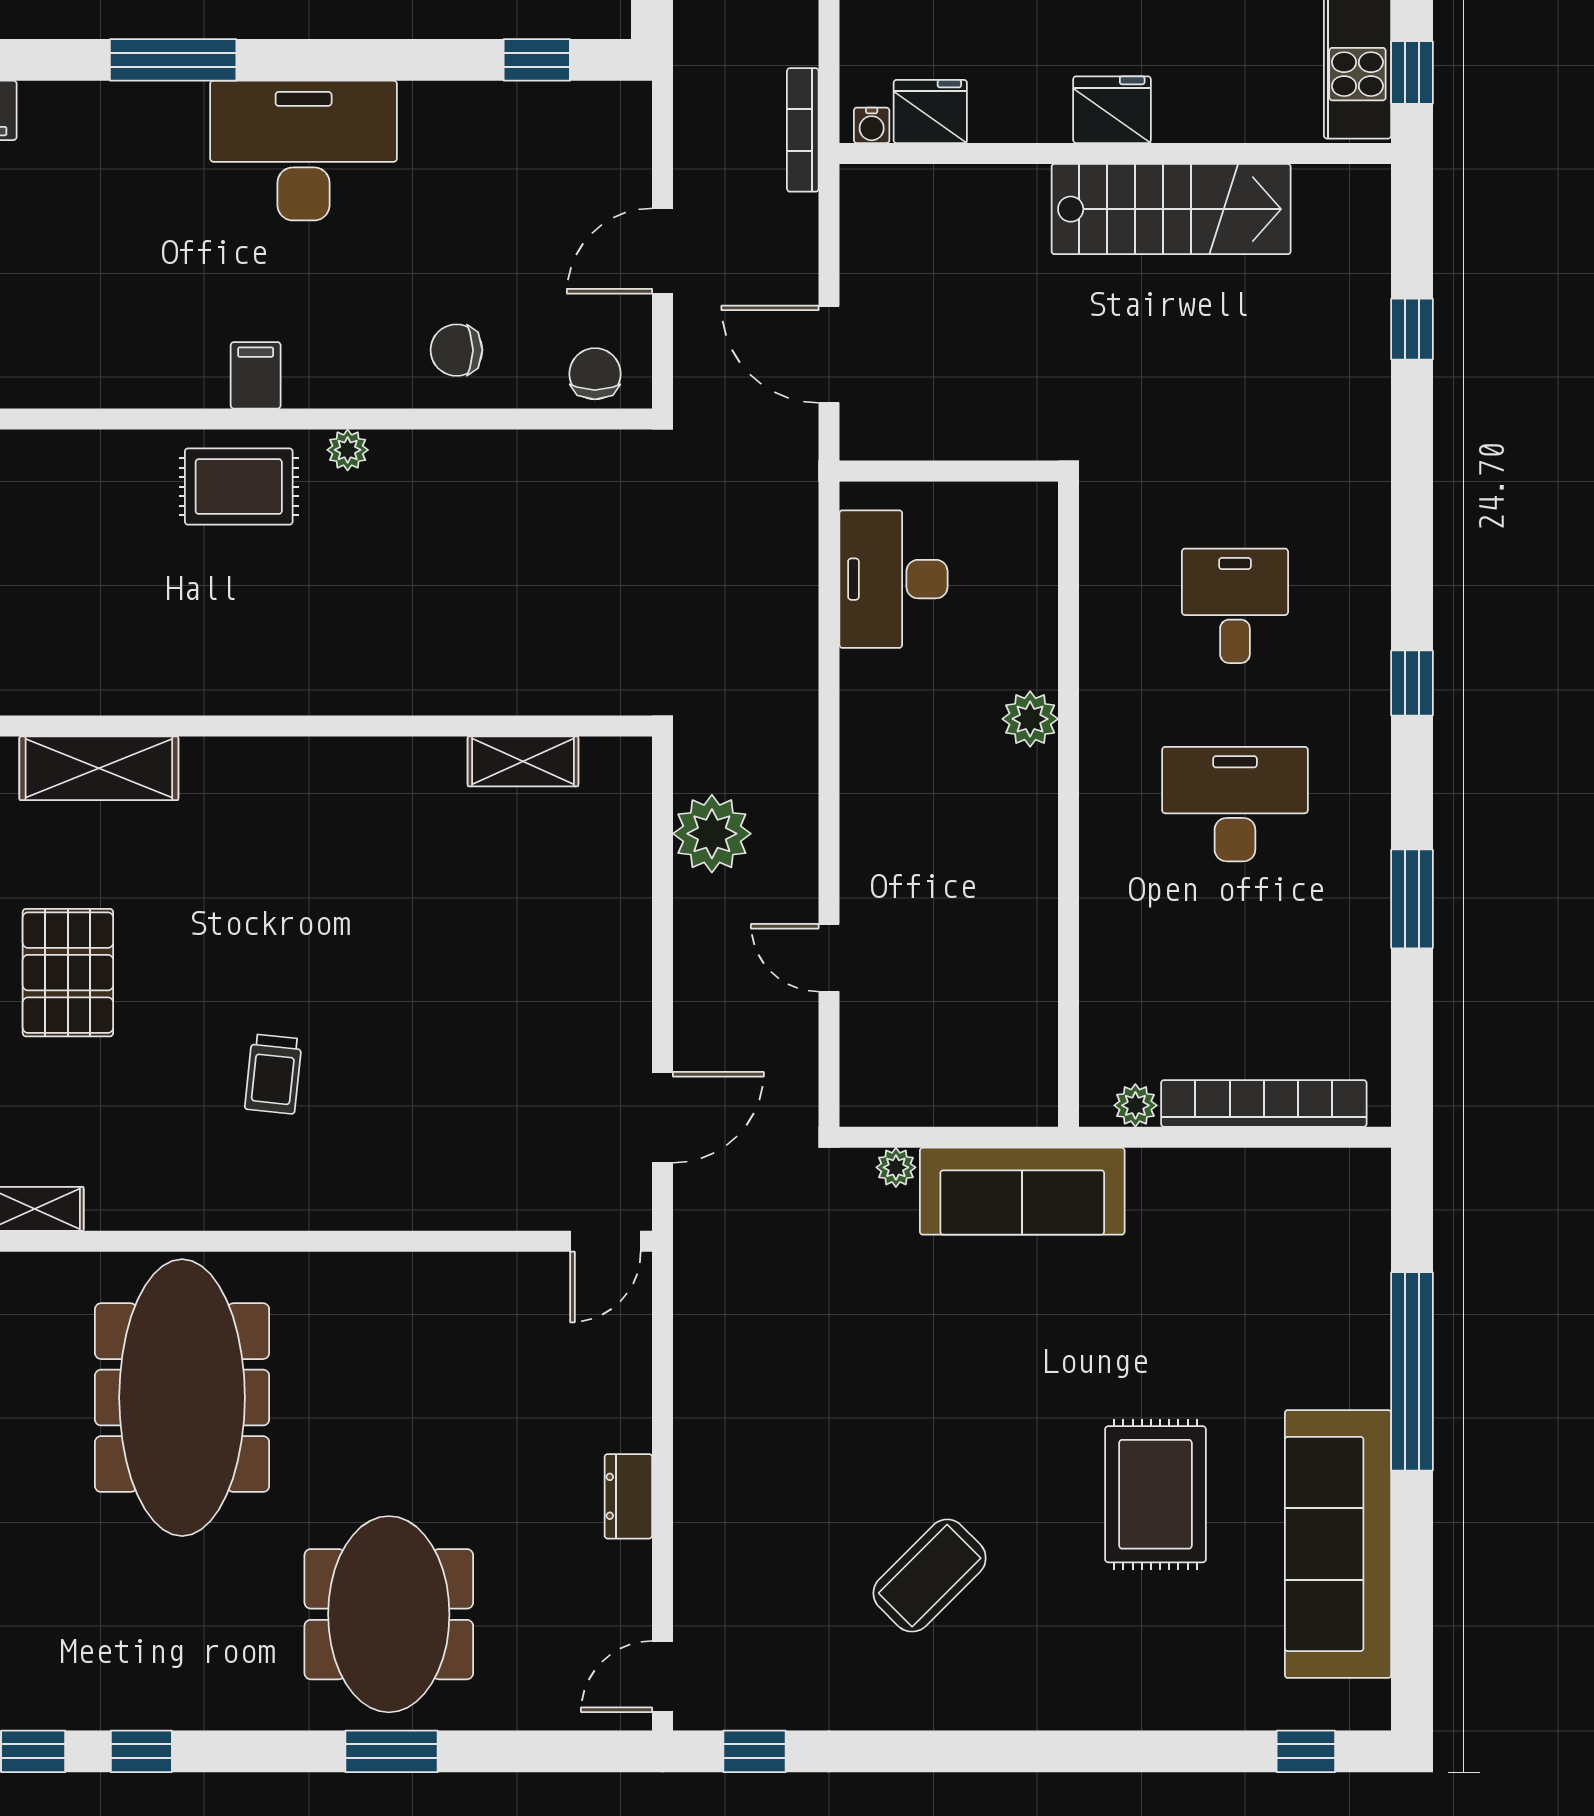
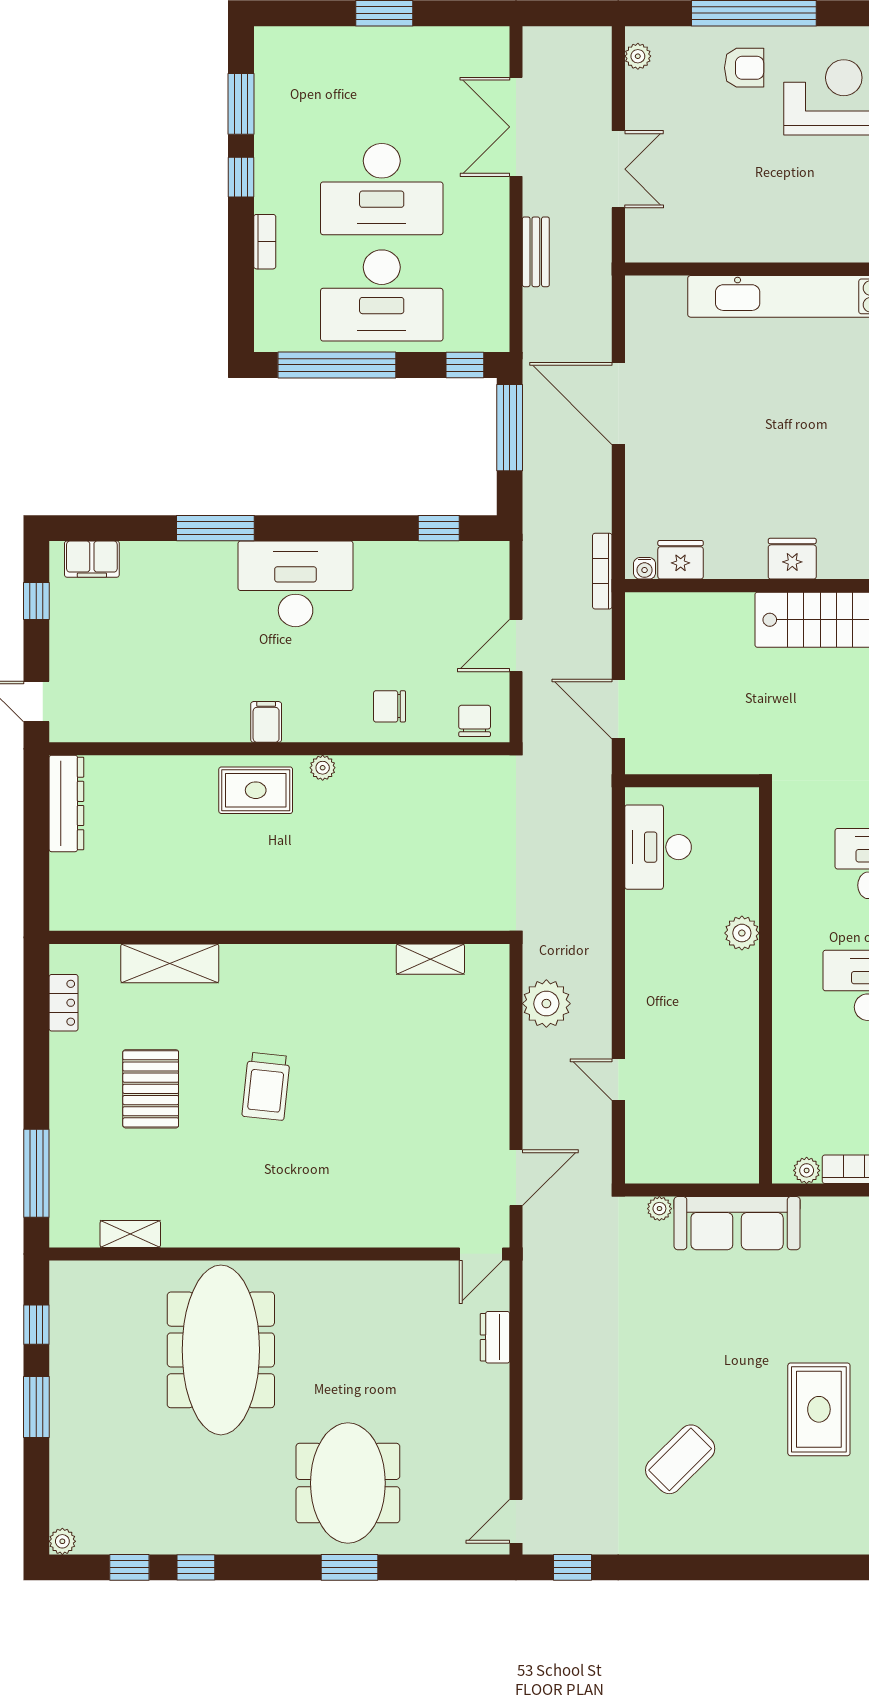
trolley: (273, 1074) -> (266, 1086), moved, width x1.36, depth x1.39
dresser: (628, 1496) -> (495, 1337), moved

